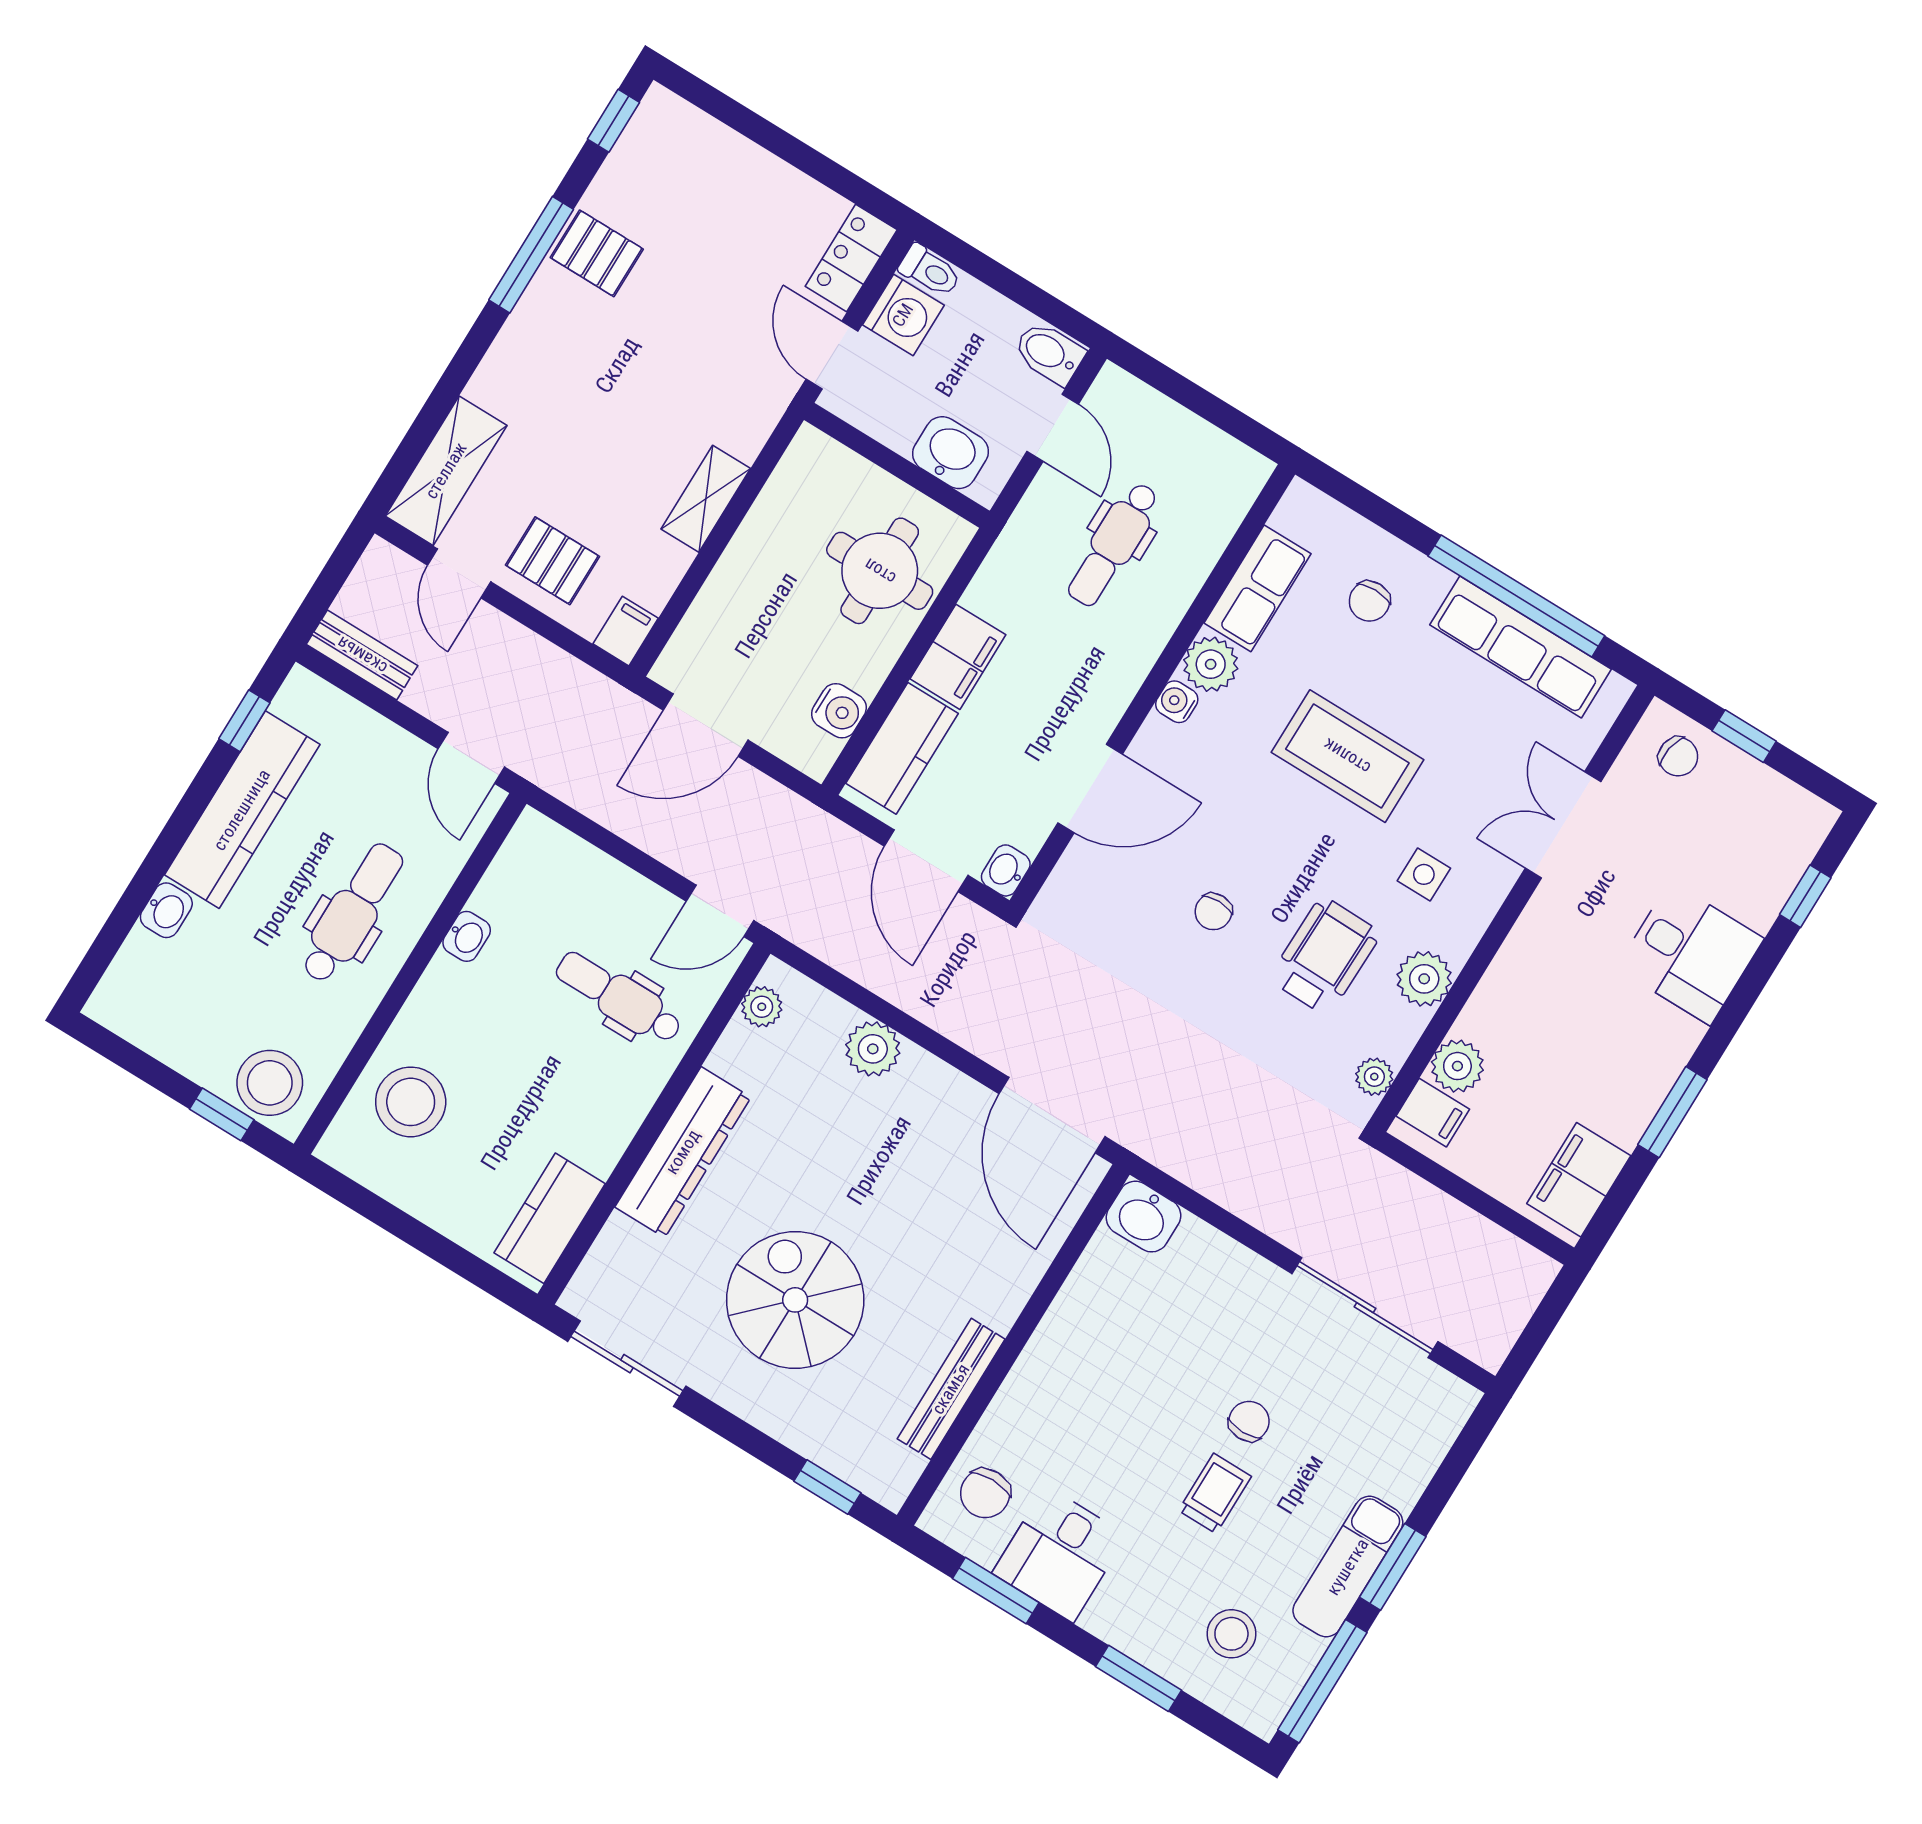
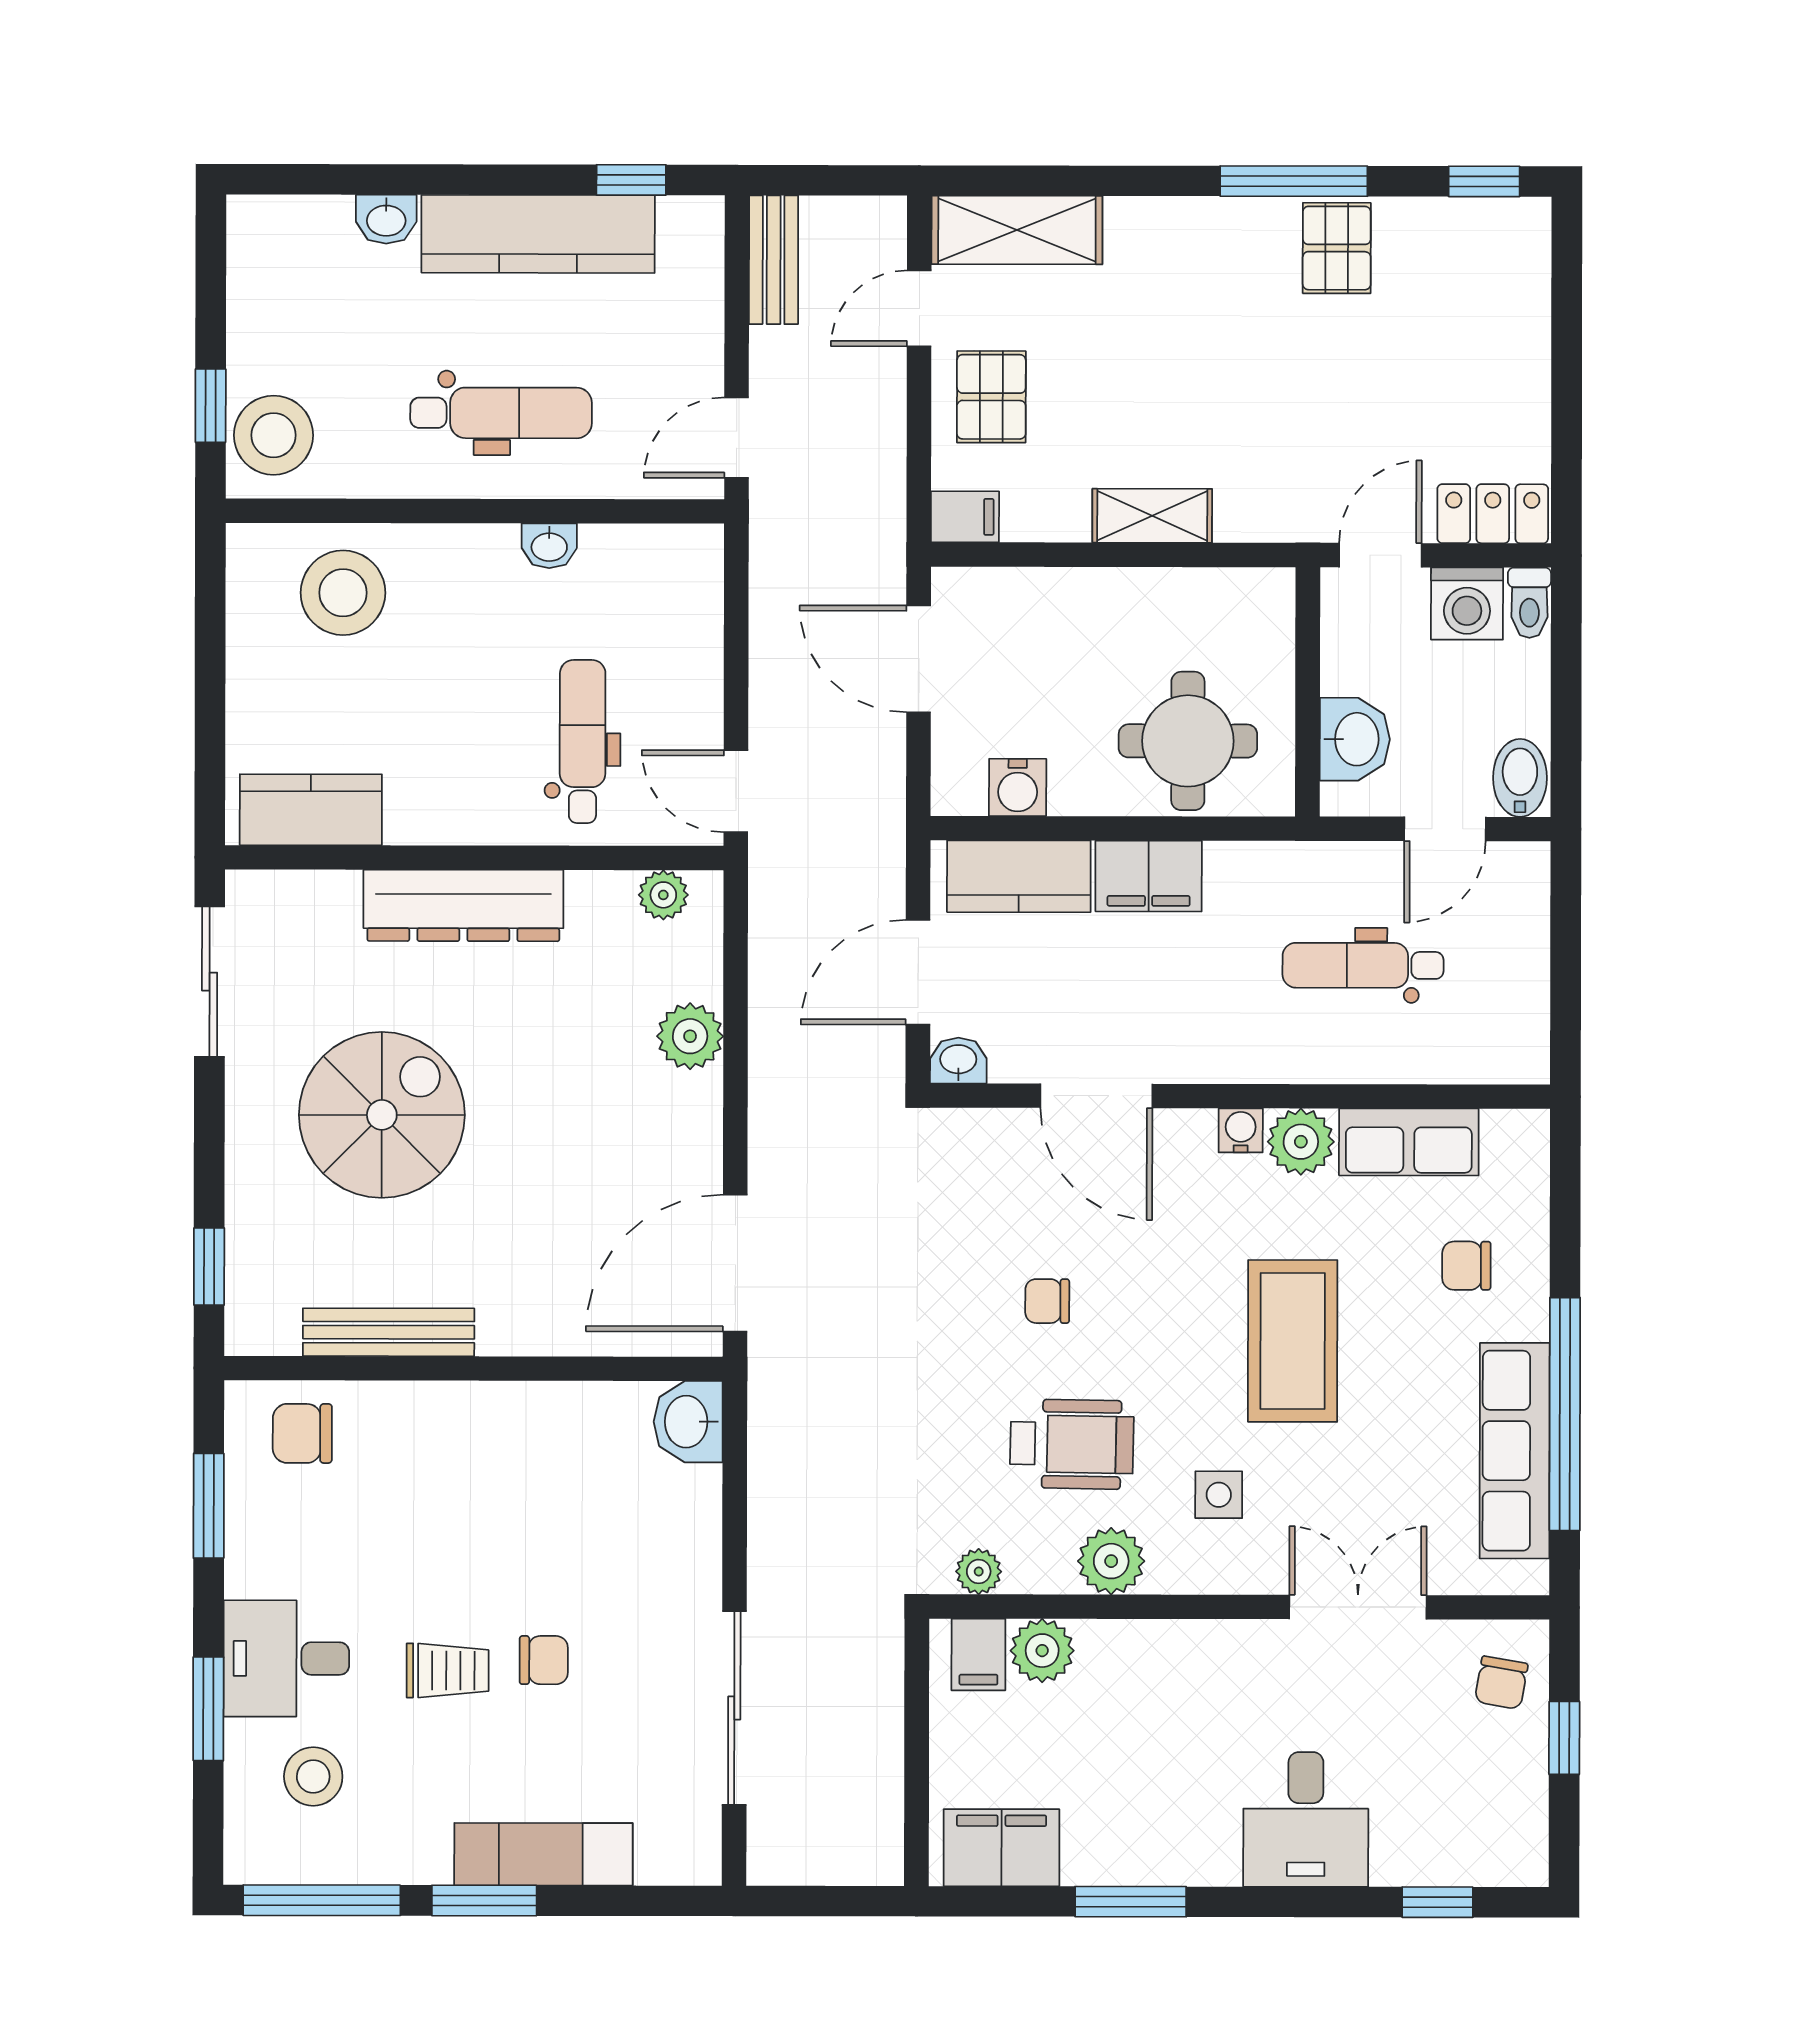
desk: (1060, 1554) -> (286, 1658), moved
exam couch: (1348, 1567) -> (543, 1854), moved

